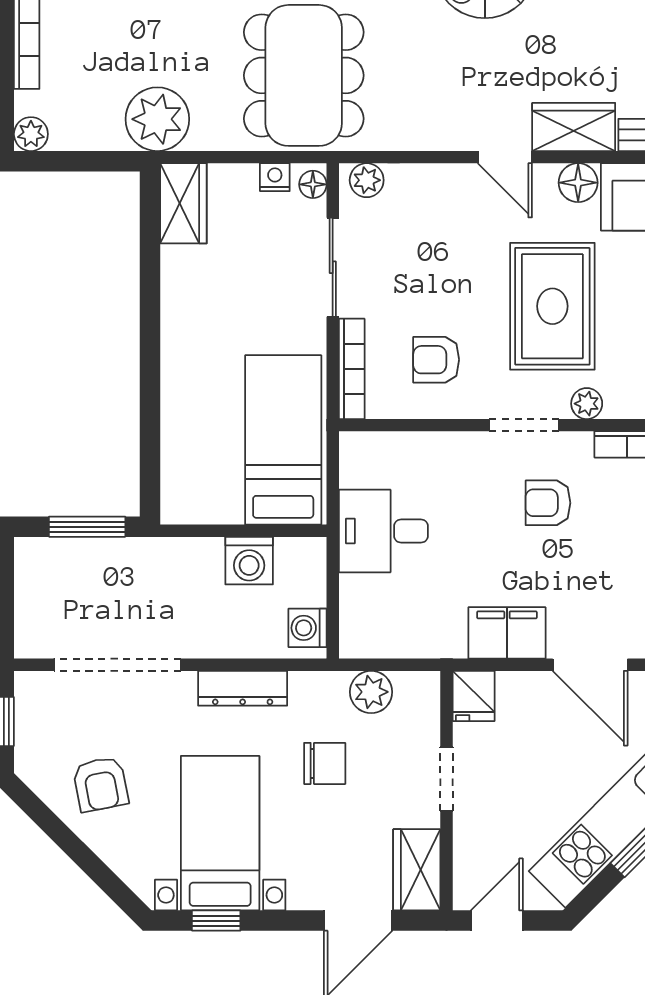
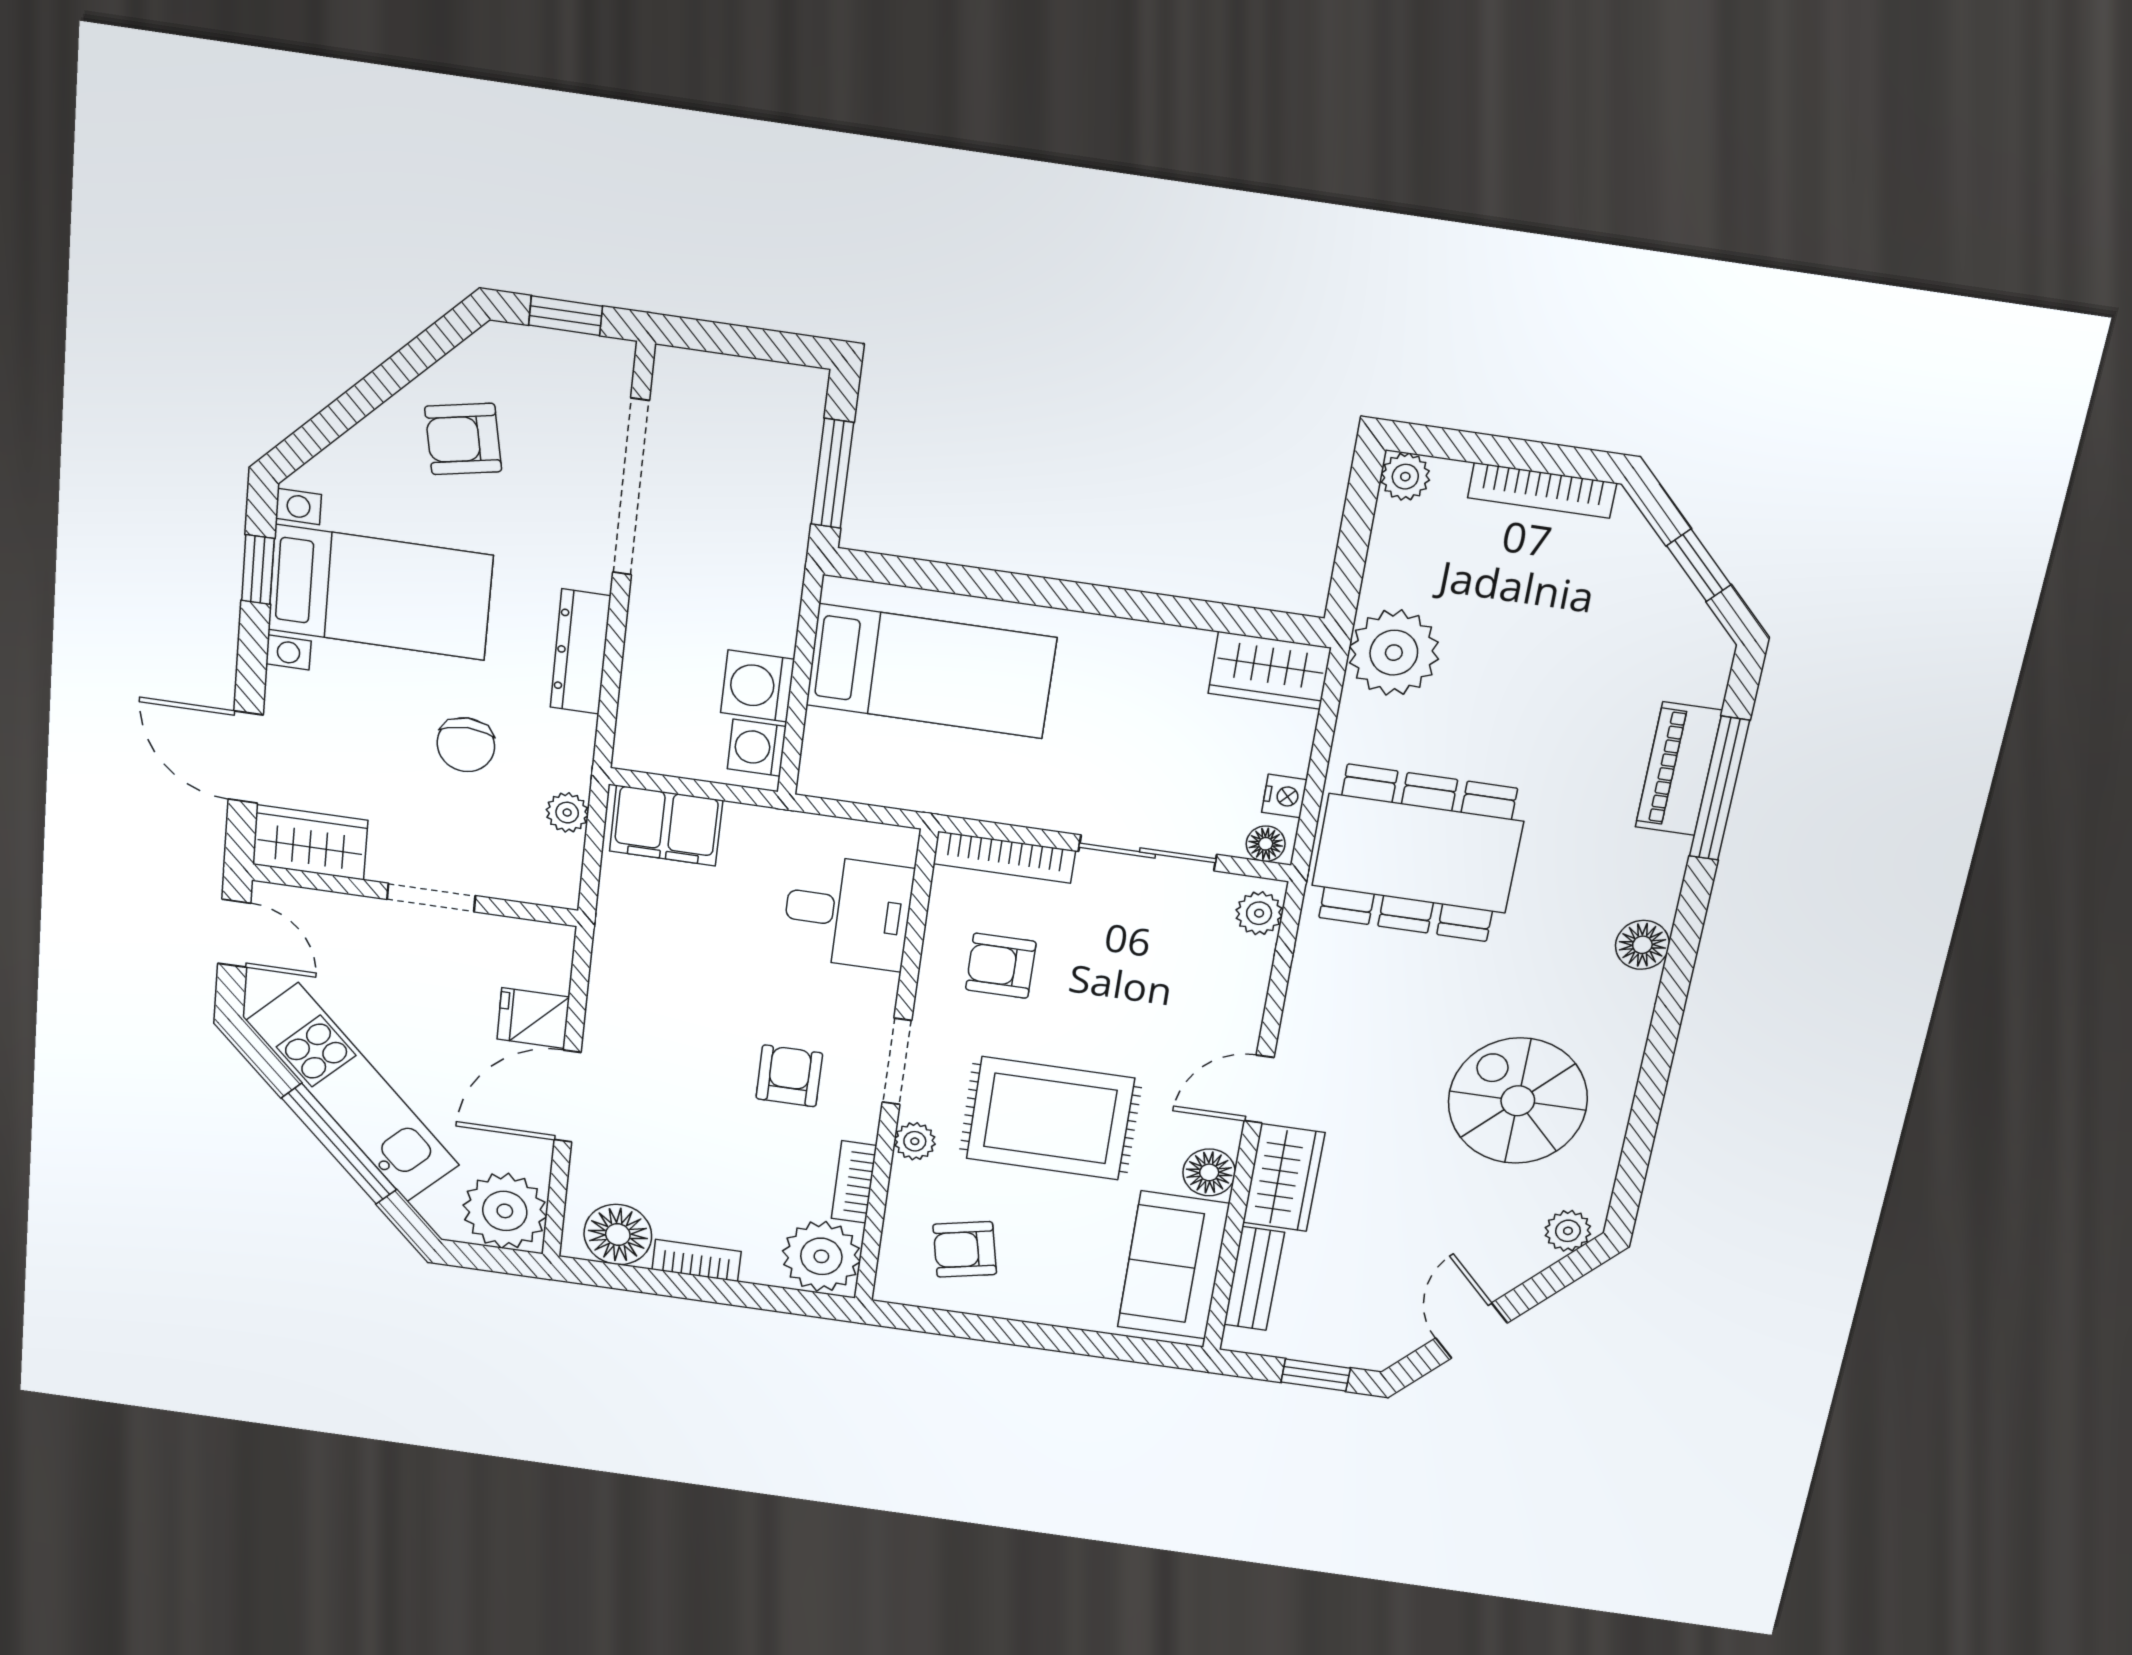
armchair: (436, 360) -> (1001, 966), turned -90
bed: (283, 440) -> (931, 671), moved
desk: (383, 531) -> (848, 912), moved, turned 90
washing machine: (307, 628) -> (757, 748), moved, turned -90
filing cabinet: (507, 633) -> (666, 826), moved, turned 90
plant: (371, 692) -> (567, 813), width x0.73, depth x0.73
fridge: (474, 696) -> (533, 1018), moved

